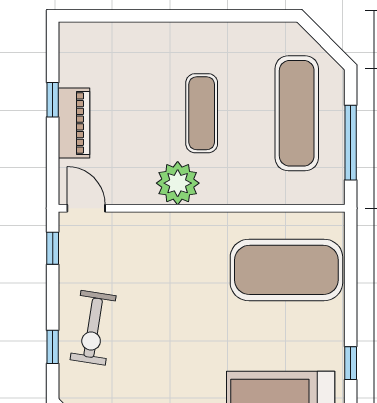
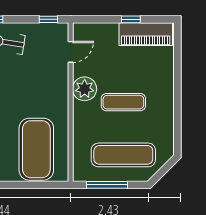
piano: (74, 123) -> (146, 34), moved, width x1.37, depth x1.33
door: (86, 208) -> (71, 52), moved

